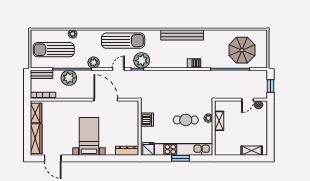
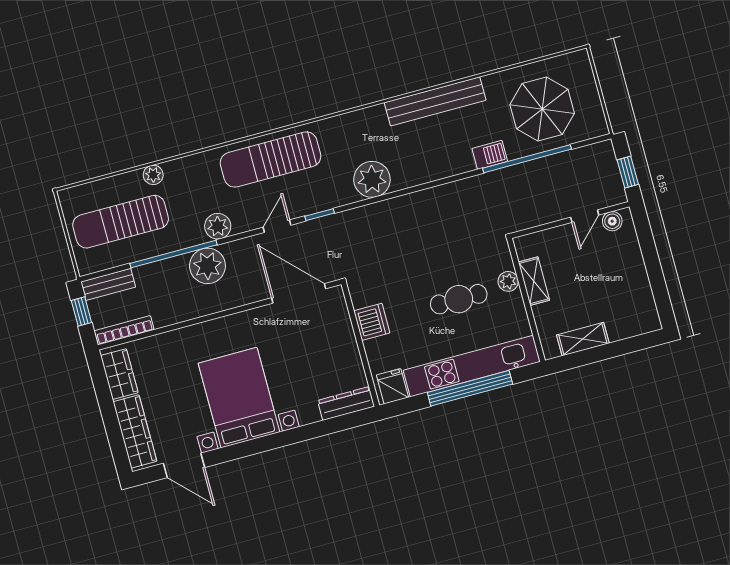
bench: (182, 35) -> (435, 101), moved
sun lounger: (123, 41) -> (271, 160), turned 180
plant: (142, 60) -> (372, 179), moved
barbecue: (194, 63) -> (490, 155), moved
plant: (69, 78) -> (207, 266), moved
window: (27, 83) -> (81, 312), added
door: (106, 100) -> (299, 293), moved
bed with nightstands: (89, 136) -> (239, 398), width x1.36
shelving: (252, 151) -> (583, 339), moved
window: (180, 158) -> (470, 388), width x2.11

